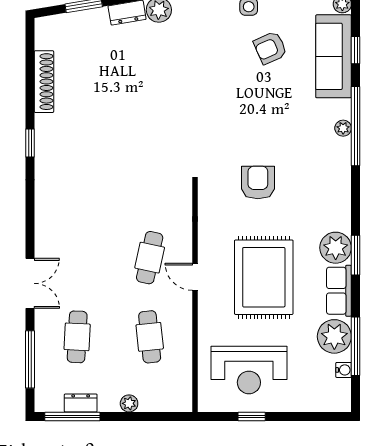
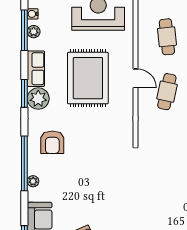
window: (356, 126) -> (24, 163), moved
armchair: (258, 182) -> (52, 142), moved
plant: (334, 336) -> (34, 32), width x0.53, depth x0.53

